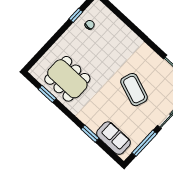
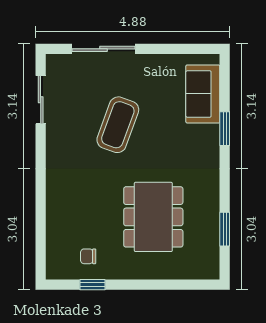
dining table: (67, 79) -> (153, 217), moved
window: (145, 143) -> (173, 49), removed

